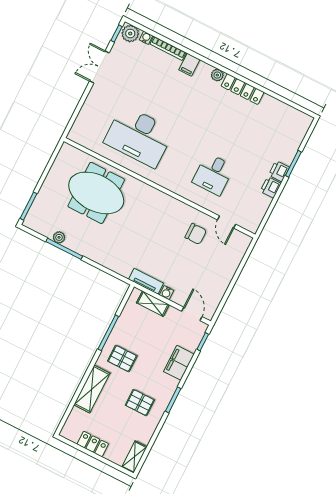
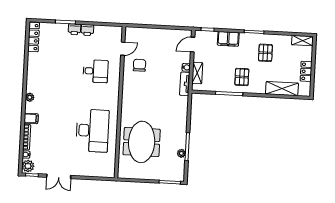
locker: (243, 89) -> (34, 37), moved
shelving: (92, 389) -> (282, 89), moved

